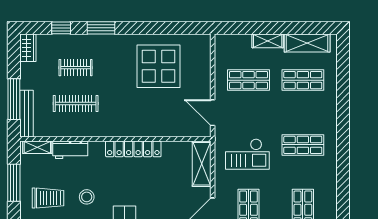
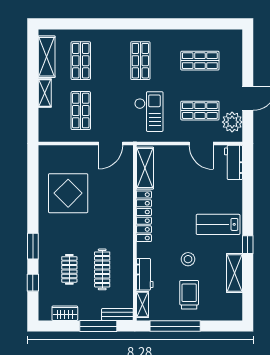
wardrobe: (28, 48) -> (65, 313), moved
bench: (26, 114) -> (117, 315), width x0.73
shelving: (202, 164) -> (145, 168), moved, turned 90
window: (14, 183) -> (175, 326), width x1.46

